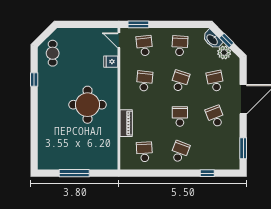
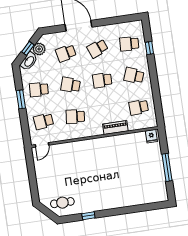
window: (138, 24) -> (21, 99), moved
fridge: (111, 62) -> (151, 136), moved
round table: (87, 105) -> (104, 165), removed
window: (243, 148) -> (122, 19), removed
school desk: (215, 152) -> (129, 44), added

